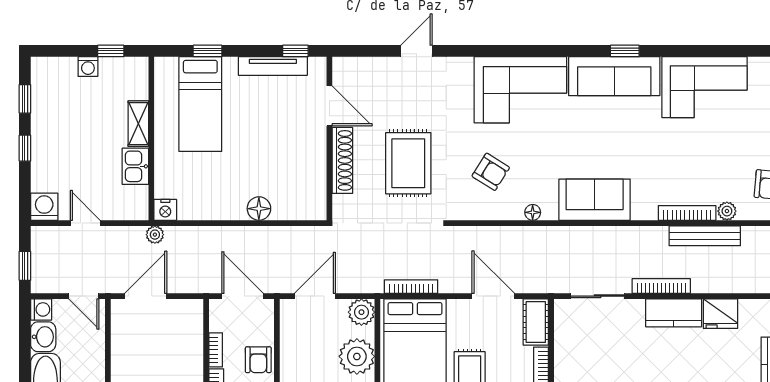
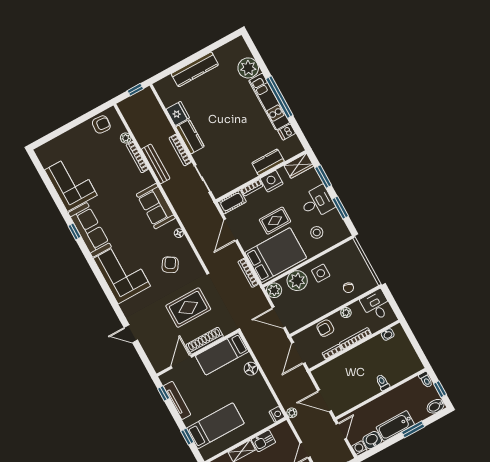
bed: (307, 176) -> (222, 354), added
bench: (705, 236) -> (156, 164), moved
armchair: (258, 360) -> (325, 328), turned 180

